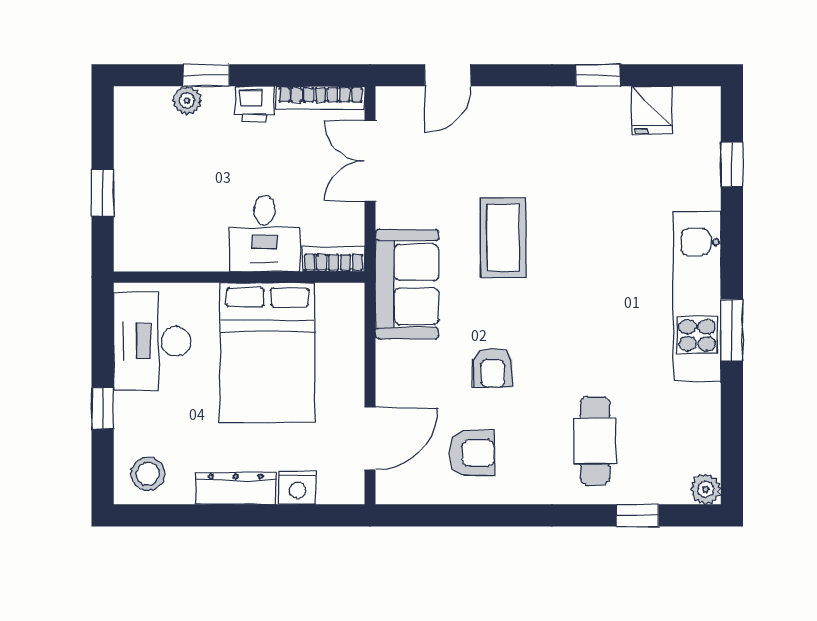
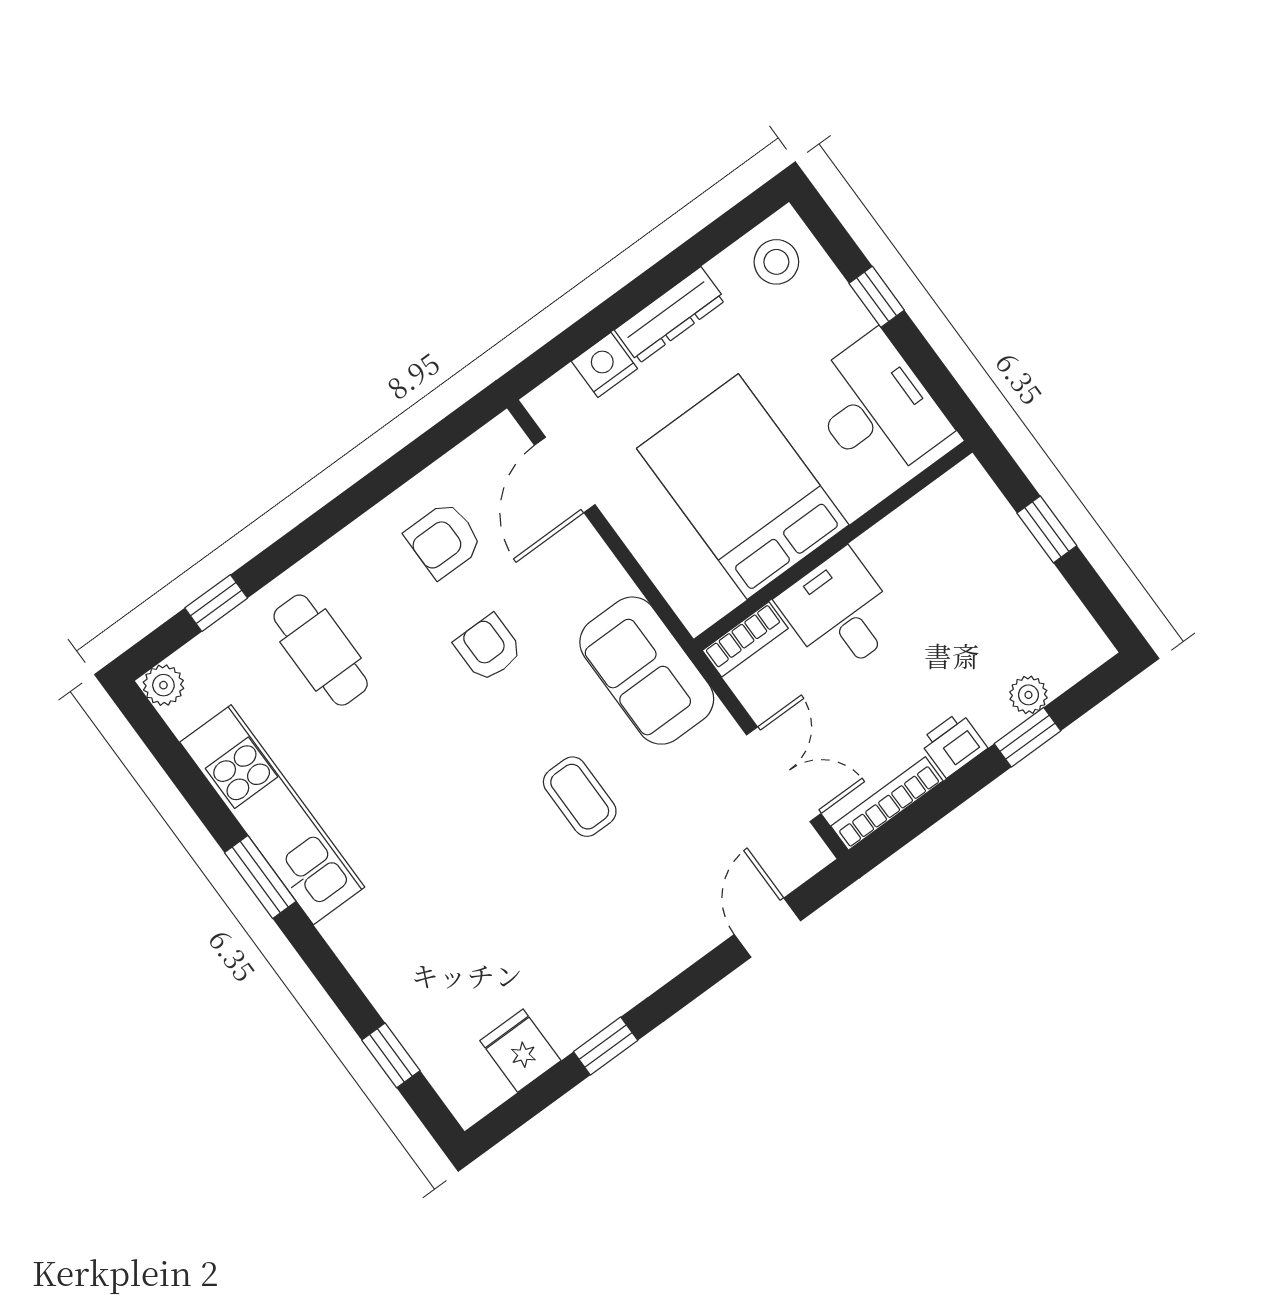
coffee table: (503, 238) -> (580, 797), width x0.73, depth x0.77
kitchen unit: (697, 296) -> (272, 815), moved

